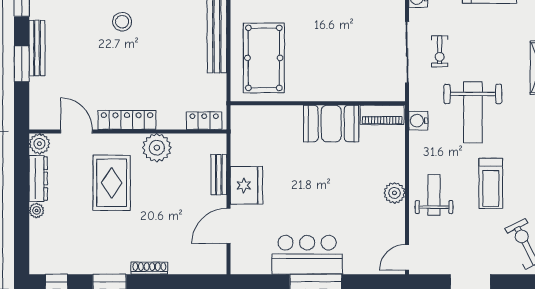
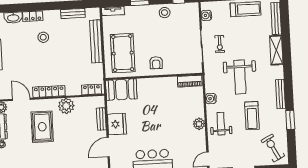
armchair: (323, 79) -> (156, 63), added
water cooler: (418, 121) -> (211, 99), moved
booth: (331, 123) -> (121, 90), moved

